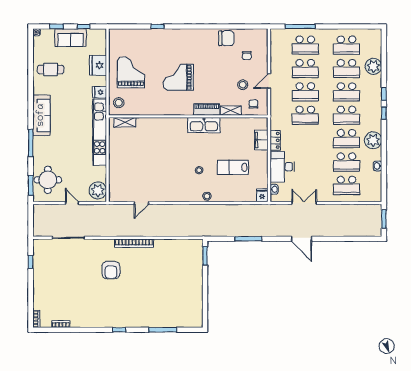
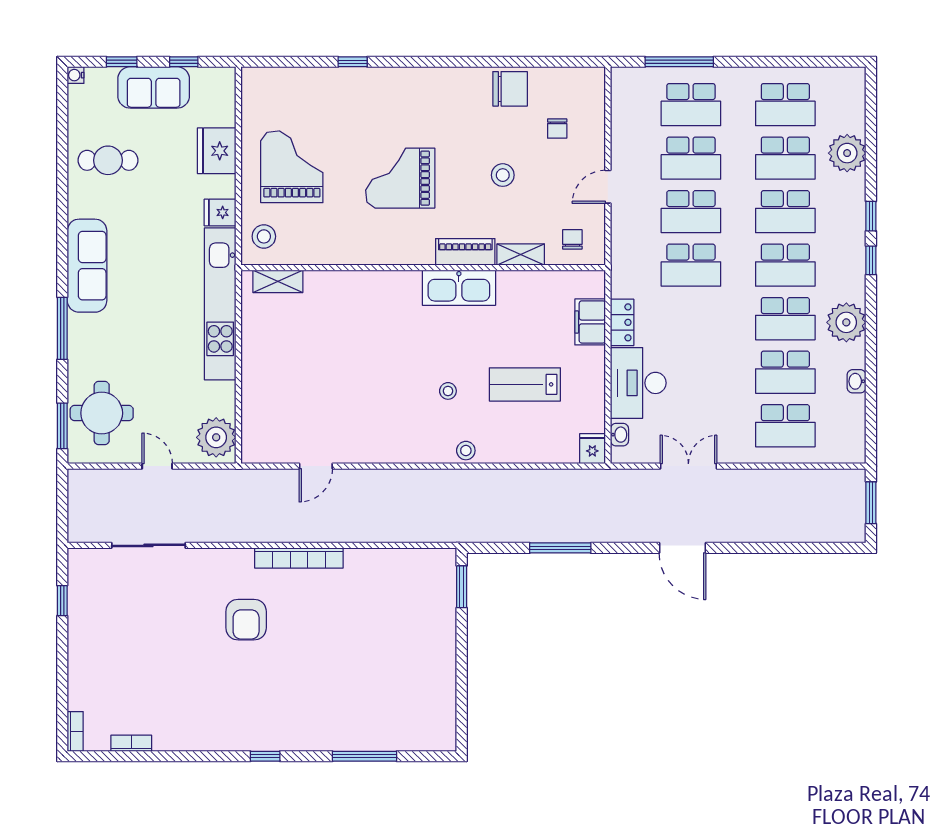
stool: (243, 85) -> (503, 175), moved

